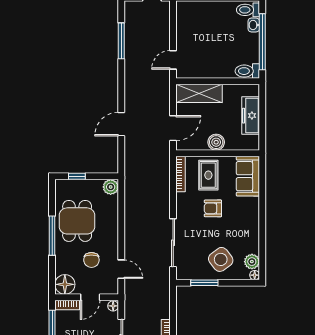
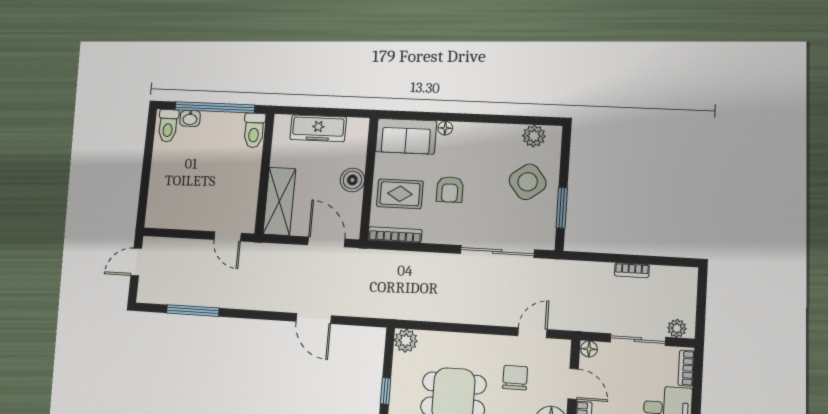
chair: (91, 260) -> (515, 378), turned -90
floor lamp: (255, 275) -> (445, 128), moved

